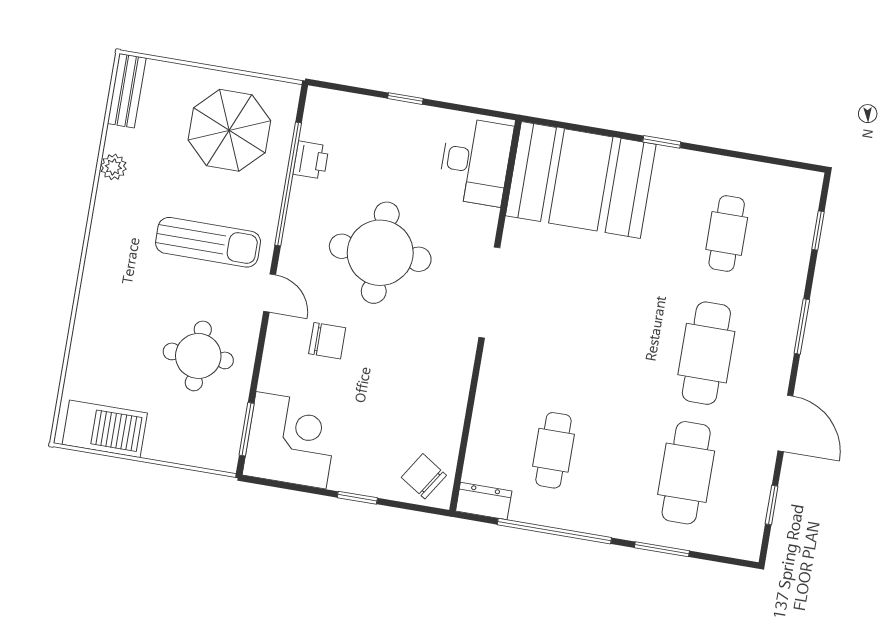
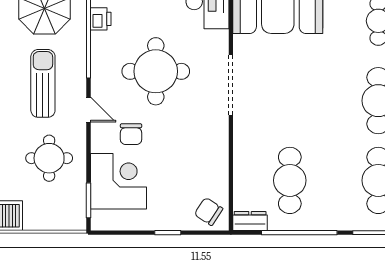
sun lounger: (208, 242) -> (43, 83), turned -90
chair: (327, 341) -> (131, 134), turned 90
corner desk: (291, 440) -> (118, 181), moved
cafe table: (553, 450) -> (290, 180), width x1.37, depth x1.35

